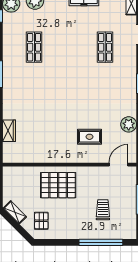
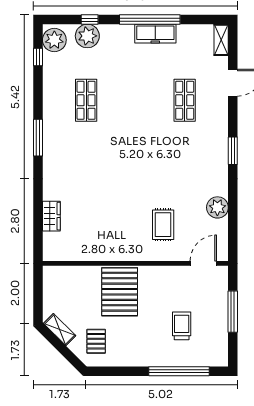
rug: (89, 137) -> (163, 225), turned 90
pallet: (58, 185) -> (120, 292), turned 90

